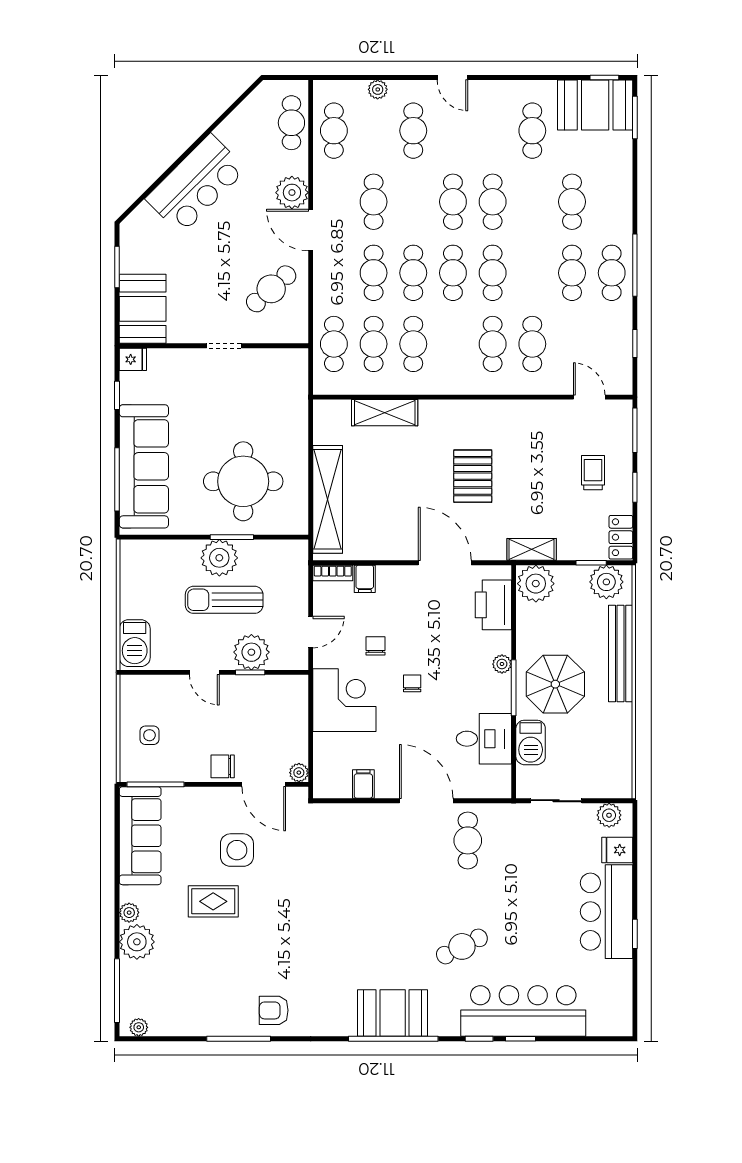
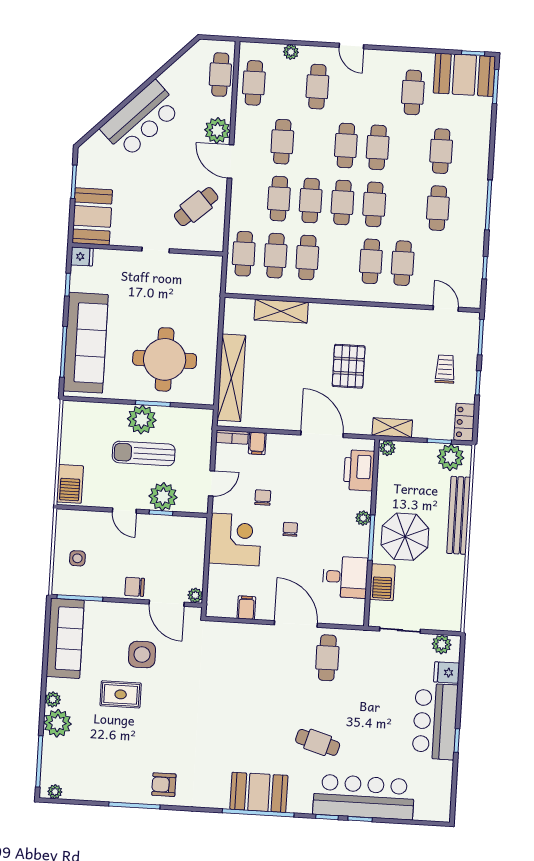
cafe table: (612, 273) -> (470, 210), removed
plant: (536, 584) -> (388, 448), width x0.53, depth x0.53
cafe table: (462, 946) -> (318, 742), turned 43

